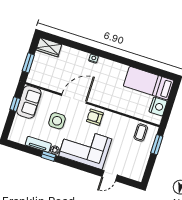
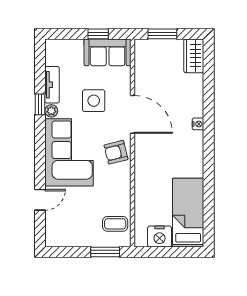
armchair: (95, 117) -> (116, 152), turned -104
door: (110, 176) -> (40, 200), swing flipped

